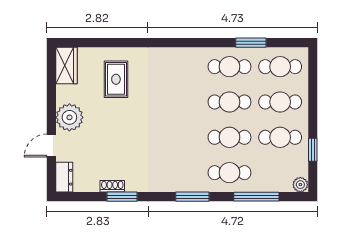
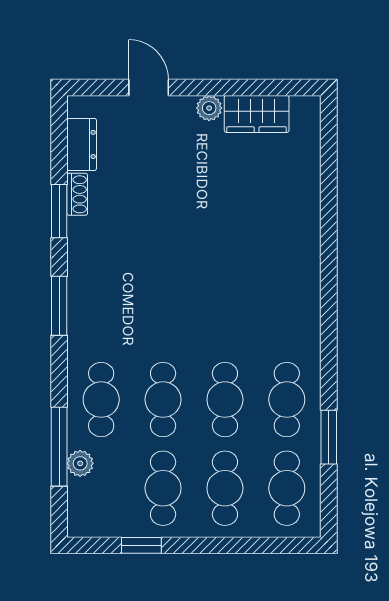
wardrobe: (66, 66) -> (257, 114), moved
rug: (116, 79) -> (265, 201), removed
plant: (69, 117) -> (209, 108), width x0.53, depth x0.53
dresser: (64, 177) -> (82, 144), moved, turned -90
plant: (300, 185) -> (80, 463), moved
window: (192, 197) -> (59, 306), moved

